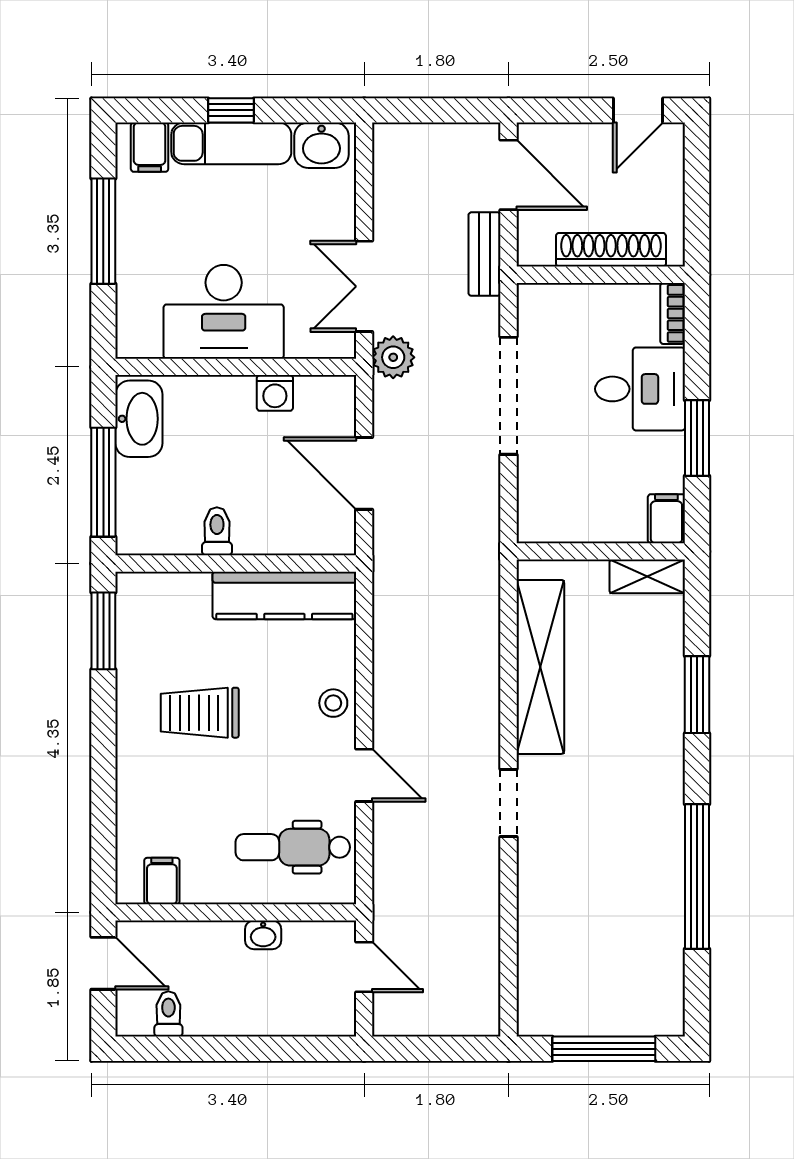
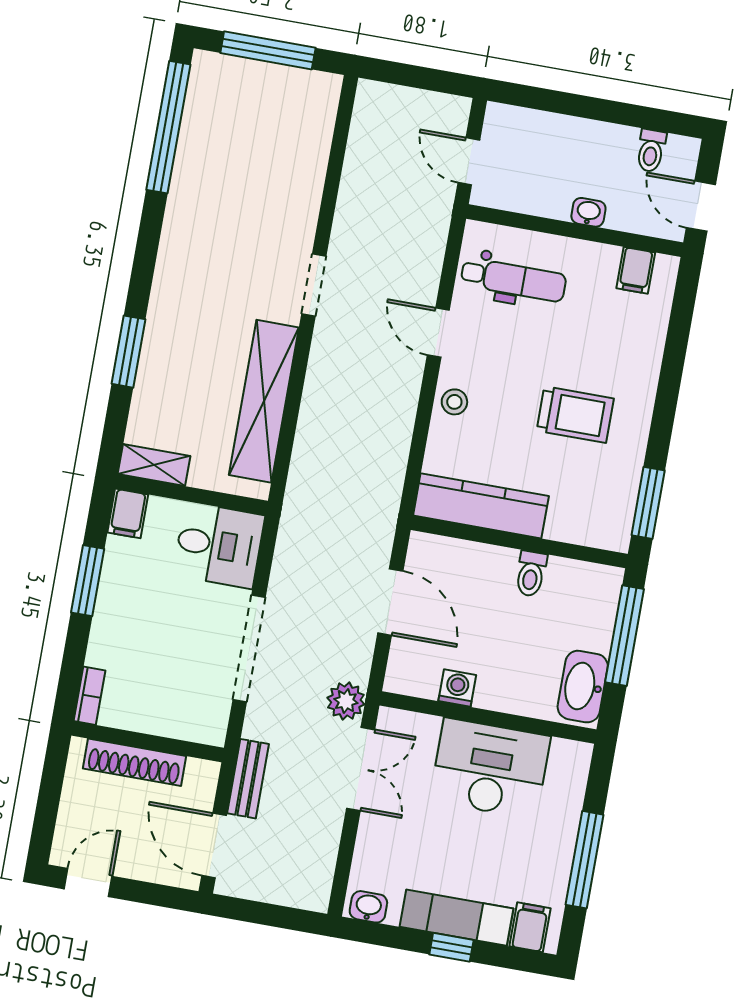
washbasin: (321, 145) -> (368, 907), width x0.72, depth x0.69
desk: (640, 389) -> (219, 545), moved, turned 180
window: (697, 877) -> (168, 127), moved
washbasin: (263, 935) -> (588, 212), moved

